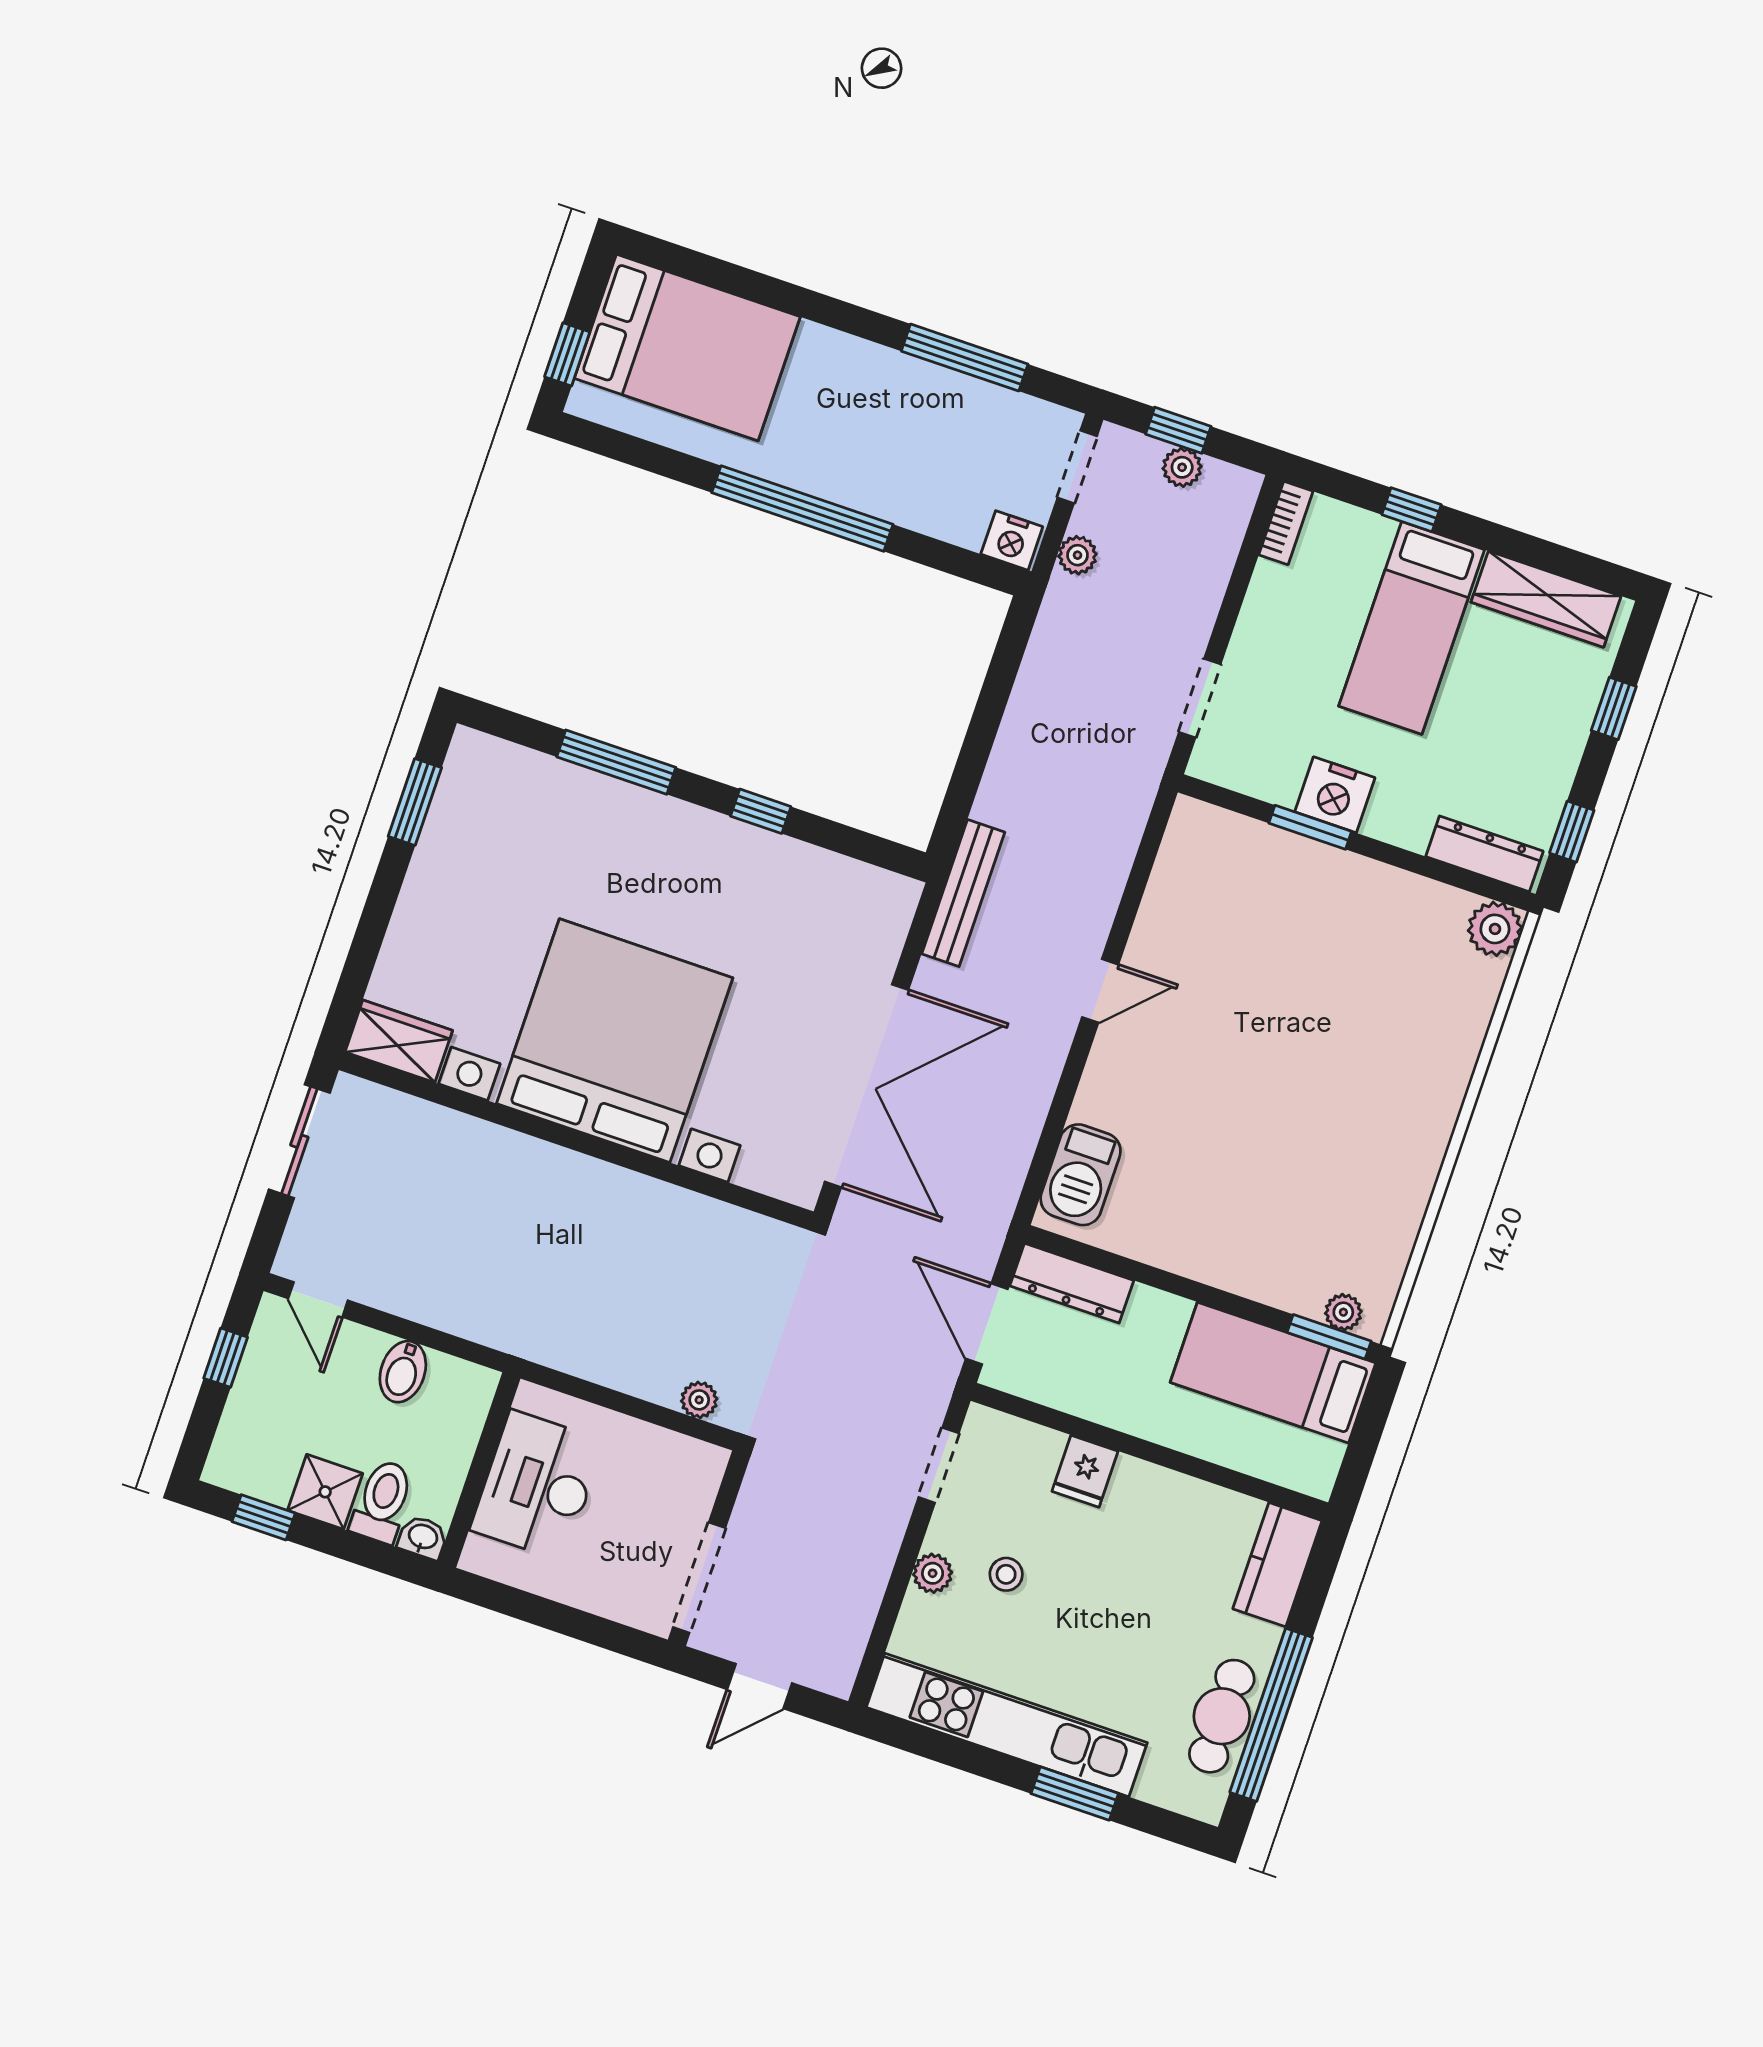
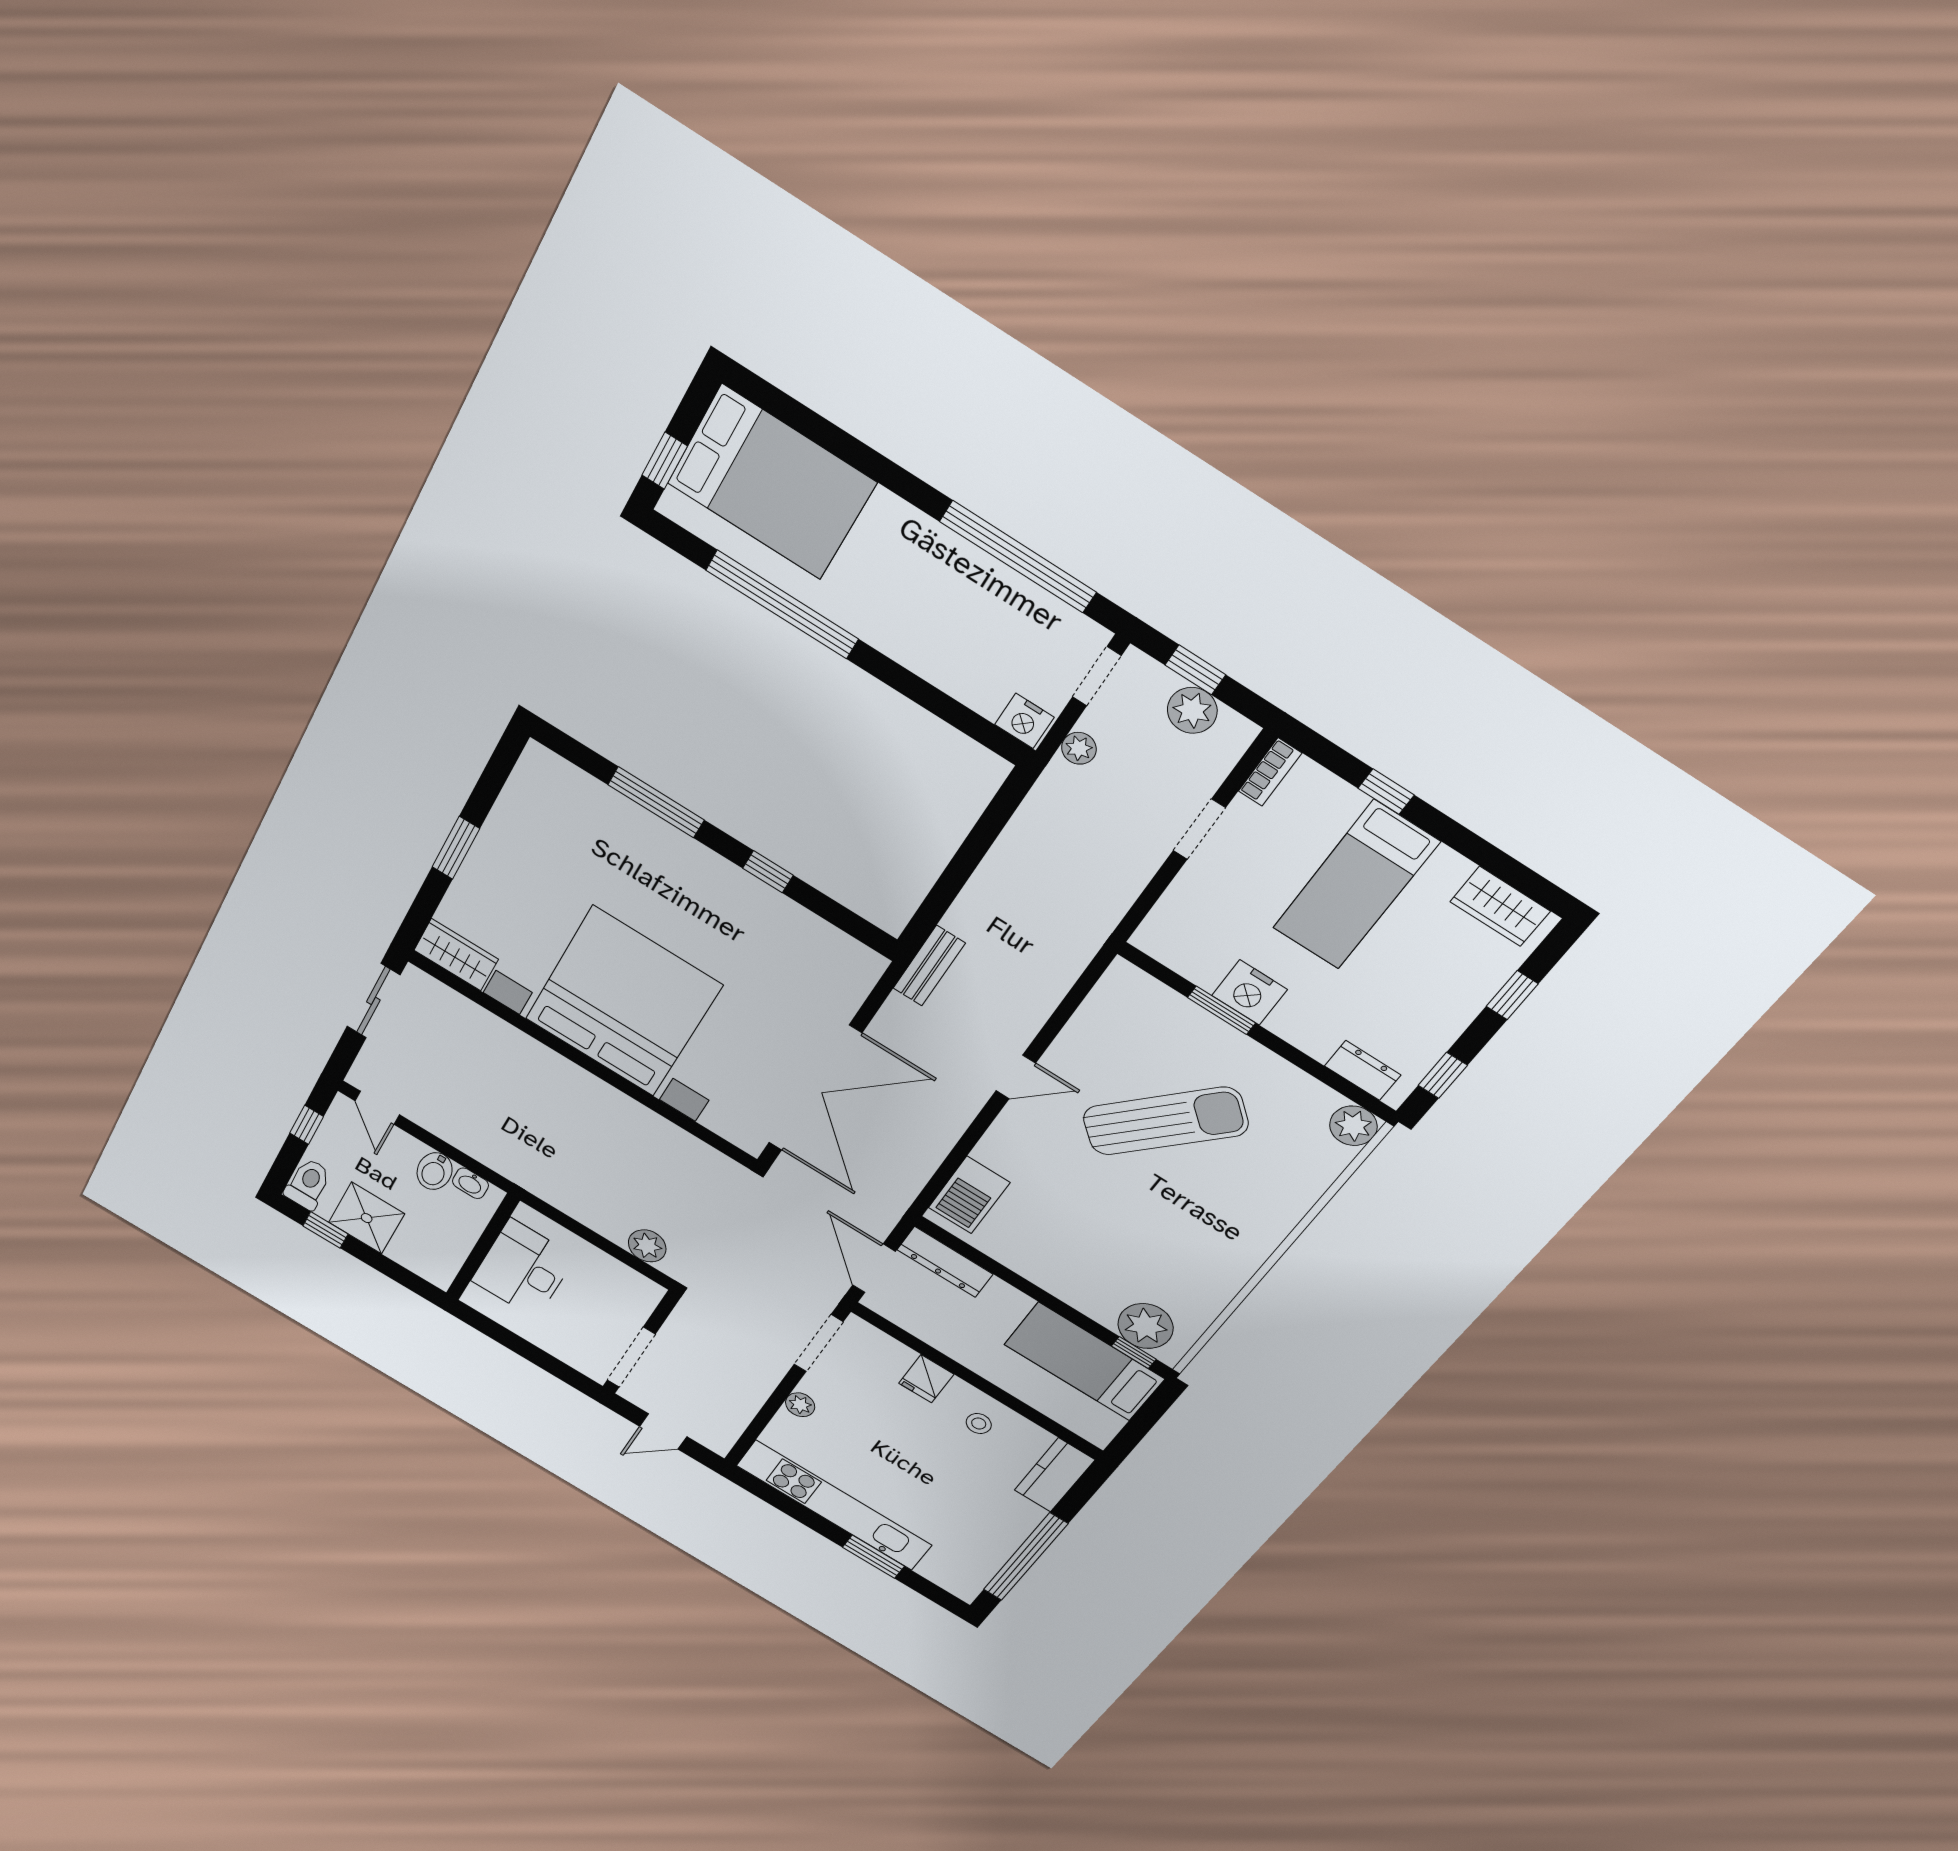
window: (965, 358) -> (1018, 557), width x1.46
plant: (1182, 467) -> (1192, 710), width x1.38, depth x1.38
window: (802, 509) -> (782, 605), moved
wardrobe: (1546, 599) -> (1500, 906), width x0.67
doorway: (1200, 698) -> (1199, 829), moved
window: (415, 802) -> (456, 848), moved
dresser: (1484, 854) -> (1363, 1070), width x0.70
bench: (963, 893) -> (929, 966), width x0.73
sun lounger: (1285, 993) -> (1165, 1121), added
plant: (1343, 1312) -> (1146, 1326), width x1.87, depth x1.87
window: (1329, 1337) -> (1134, 1353), width x0.67
plant: (699, 1400) -> (647, 1246), width x1.38, depth x1.38
doorway: (939, 1465) -> (819, 1343), width x1.38
shower: (325, 1492) -> (367, 1218), width x1.36, depth x1.36
toilet: (382, 1501) -> (308, 1184), moved
washbasin: (423, 1537) -> (470, 1183), moved, turned 180
stool: (1006, 1574) -> (979, 1424), moved
cafe table: (1222, 1716) -> (990, 1547), removed

